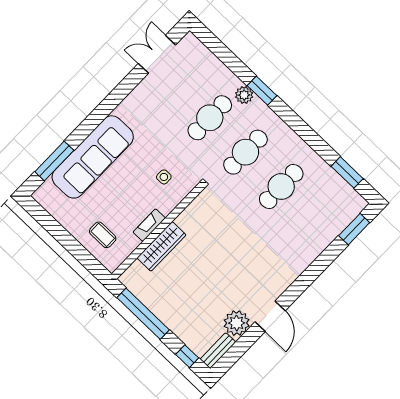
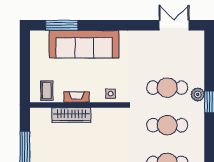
fireplace: (149, 225) -> (77, 97), moved
wall: (157, 232) -> (77, 105), moved
wardrobe: (162, 246) -> (71, 115), moved

